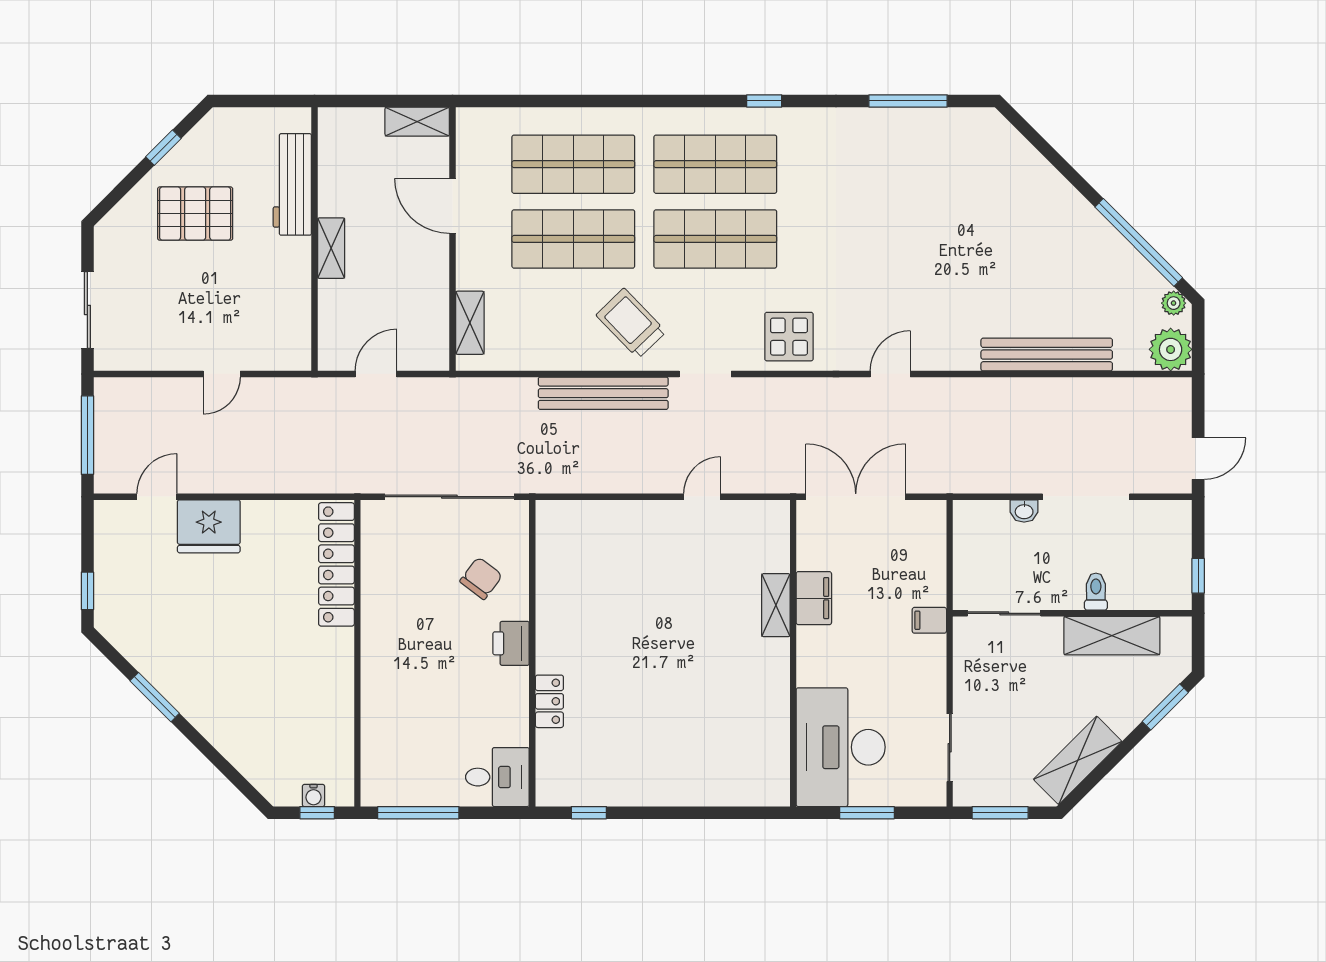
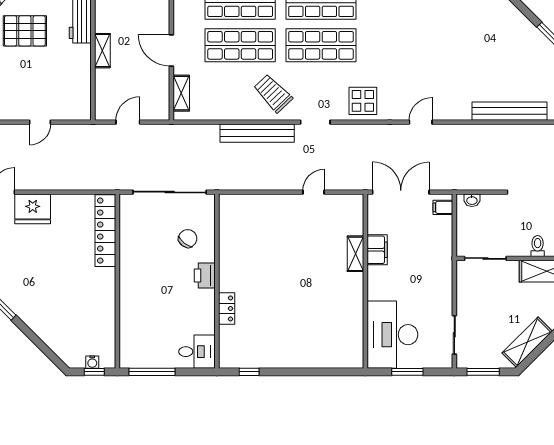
door: (453, 206) -> (171, 50), moved
washbasin: (1024, 511) -> (472, 200), moved
filing cabinet: (929, 620) -> (443, 207), moved

